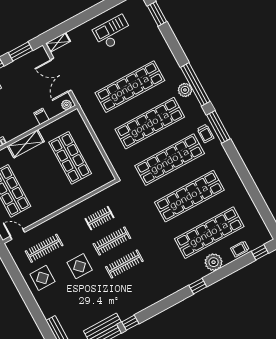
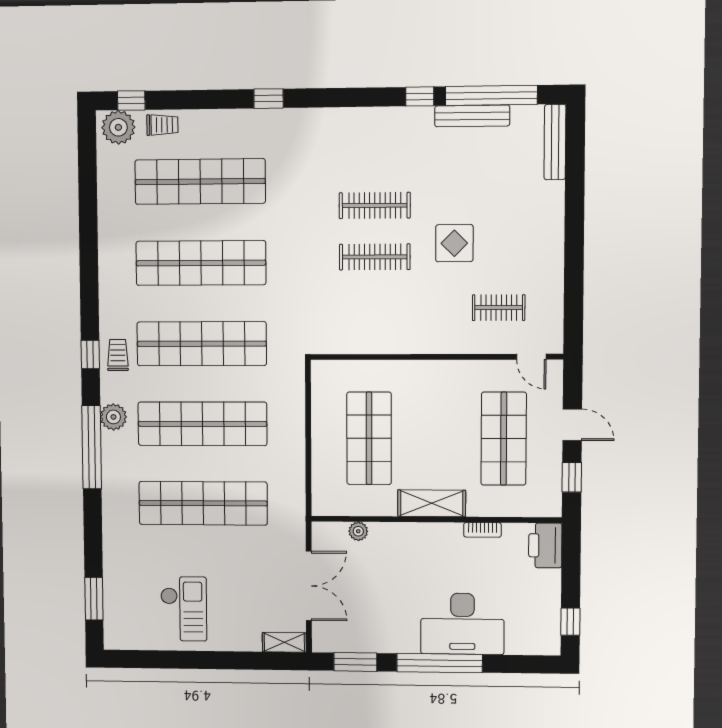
checkout: (113, 32) -> (184, 609), turned -90
plant: (185, 90) -> (113, 417), moved
plant: (67, 105) -> (358, 531), moved
filing cabinet: (41, 116) -> (380, 535), removed
window: (218, 127) -> (90, 354), width x0.46
clothes rail: (99, 218) -> (375, 308), removed
clothes rail: (44, 248) -> (499, 308), width x0.73
plant: (214, 262) -> (118, 127), moved
display table: (42, 278) -> (530, 258), removed

